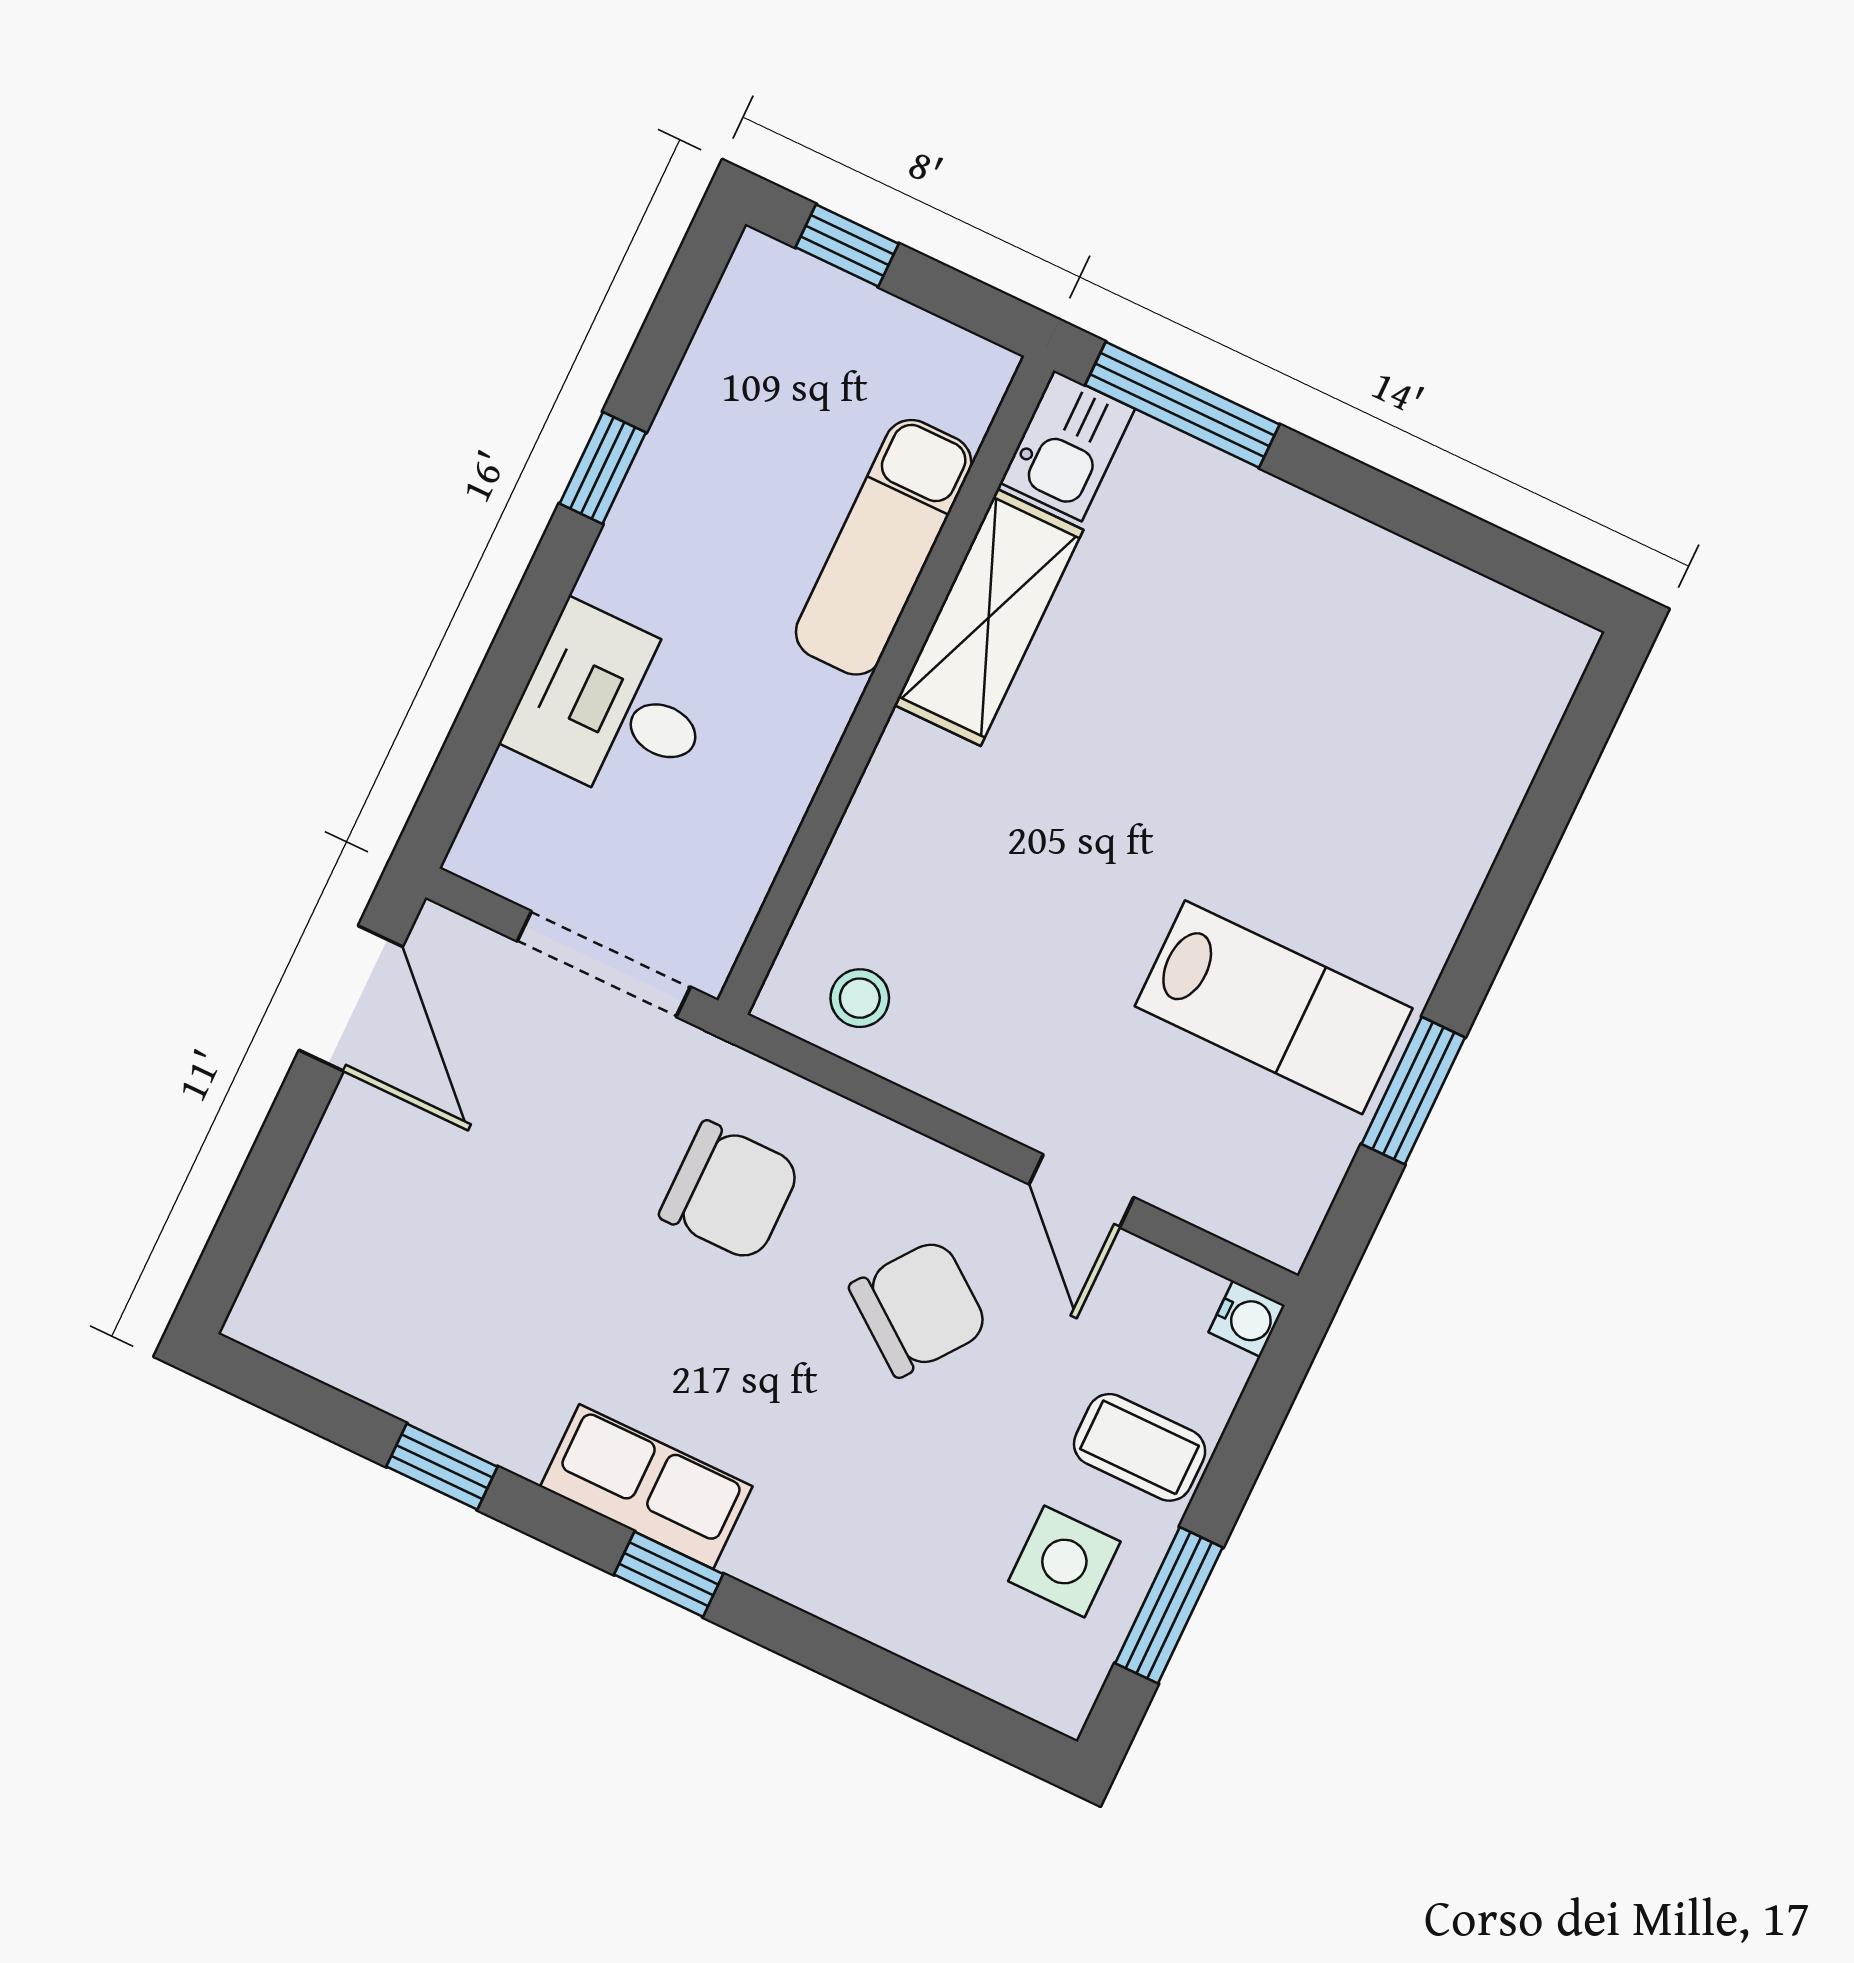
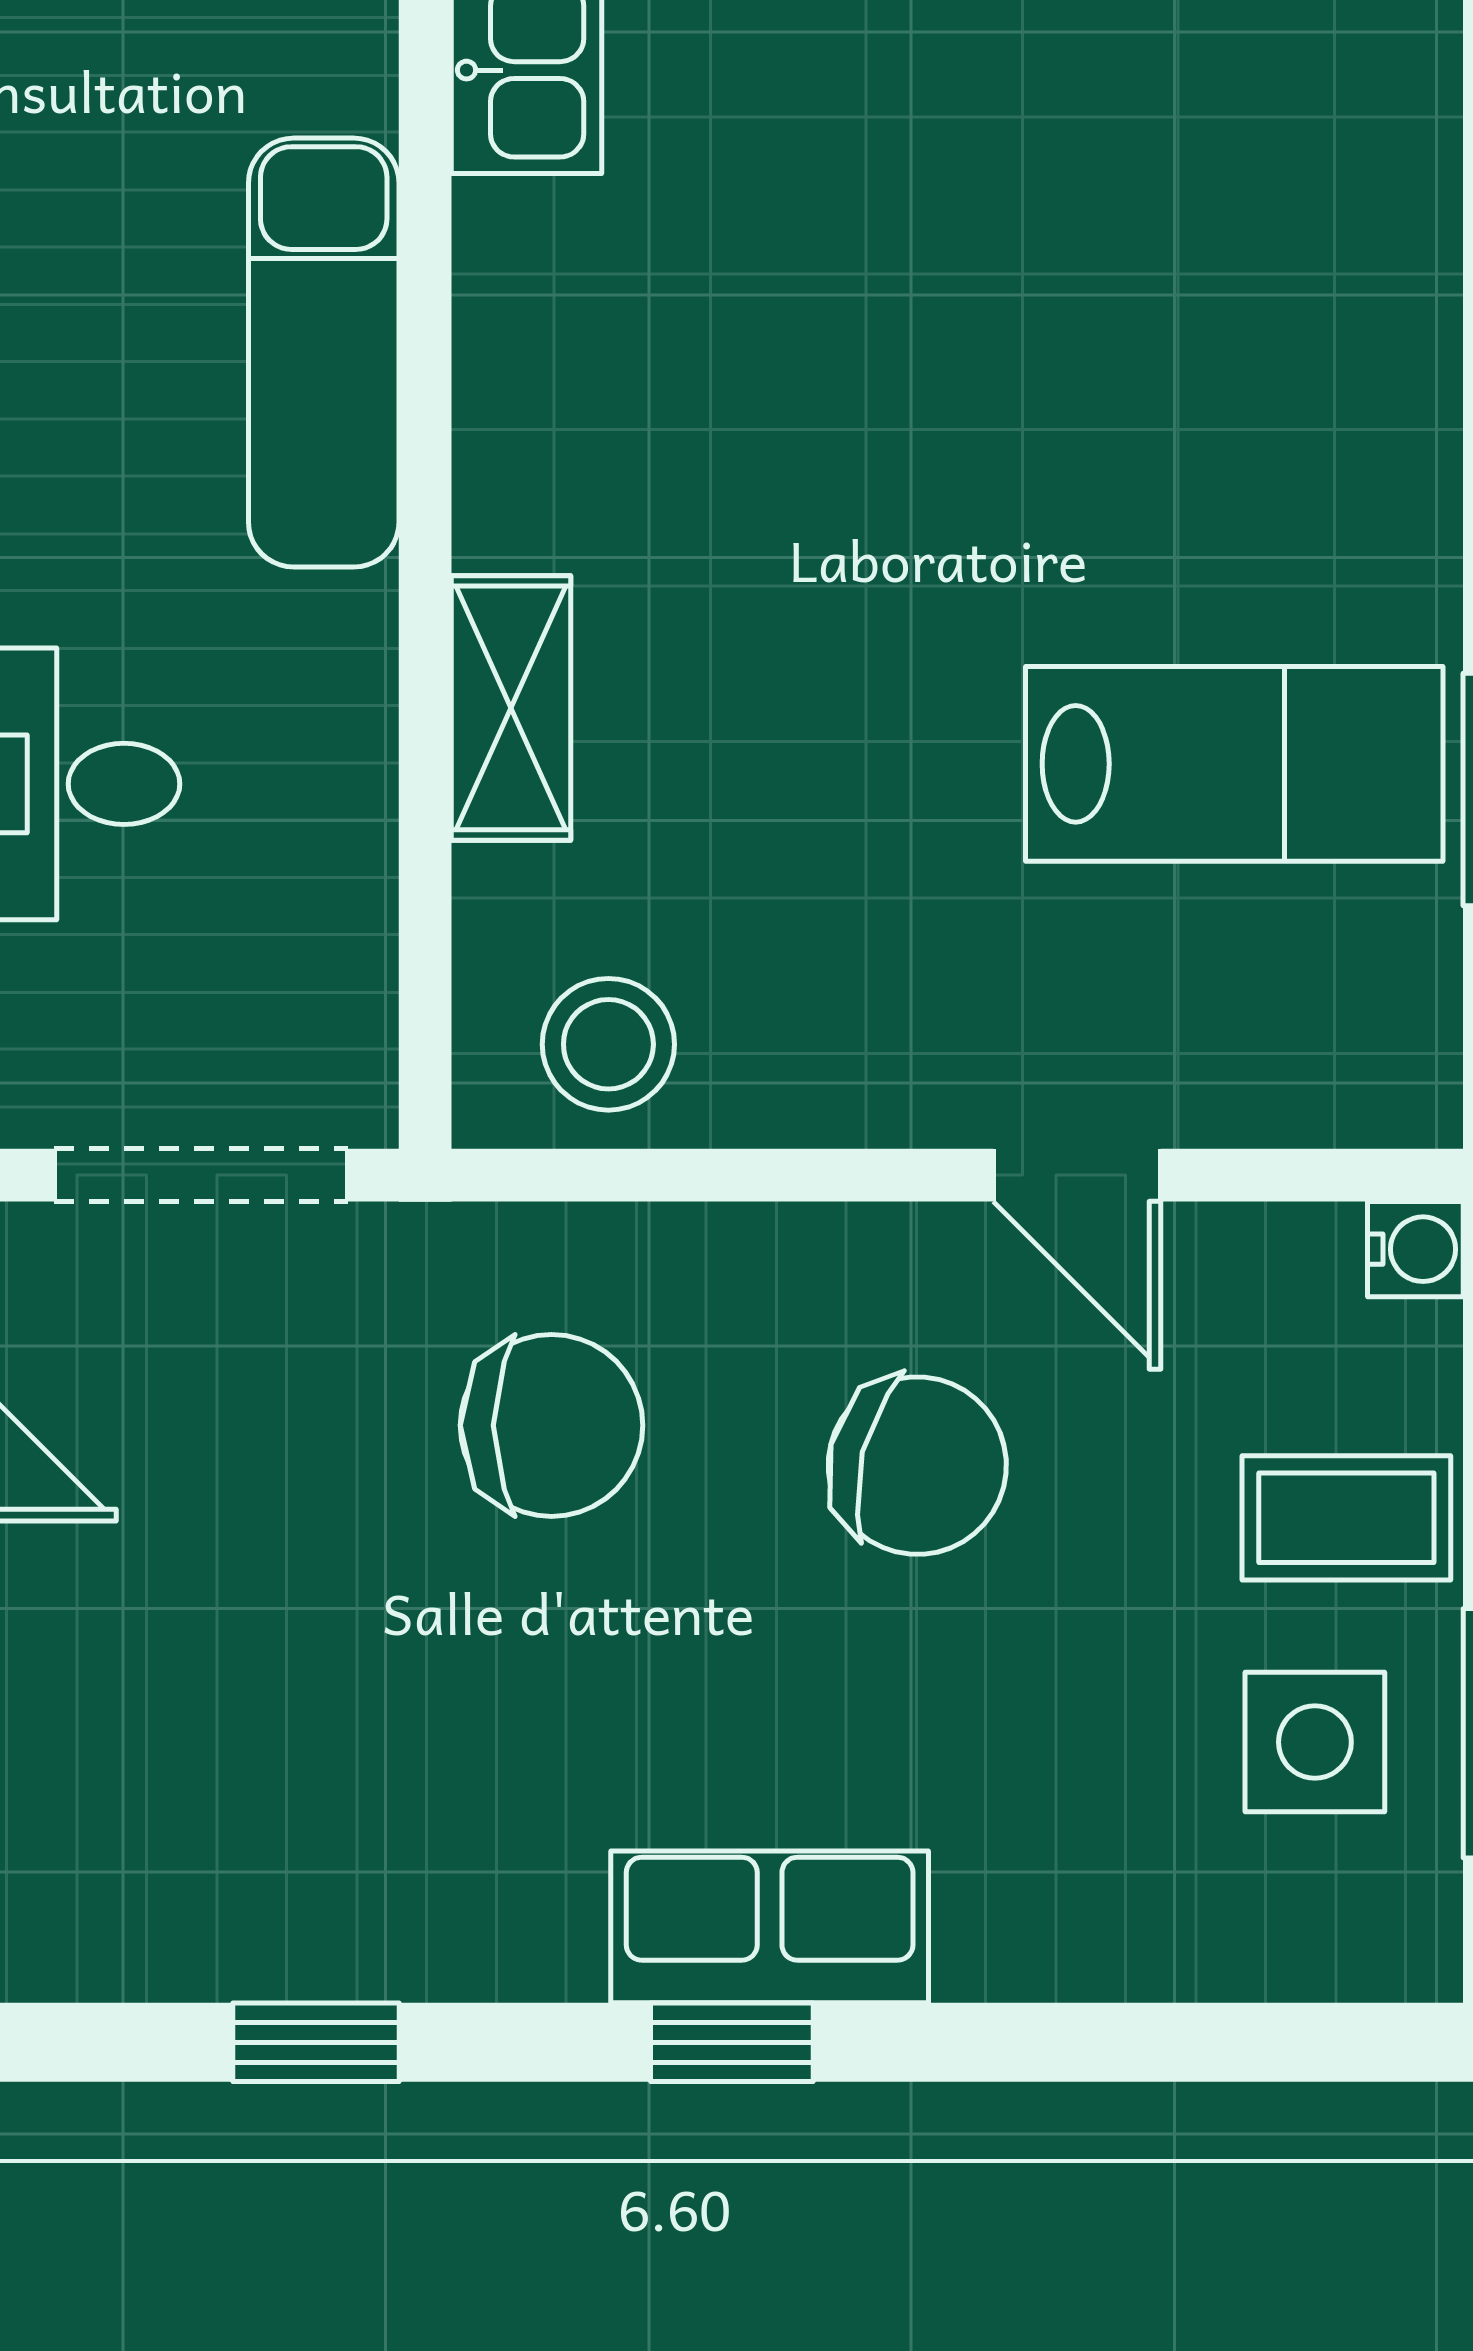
shelving: (989, 617) -> (511, 708), moved, width x0.67, depth x0.75
stool: (860, 998) -> (608, 1044), width x1.37, depth x1.37
chair: (919, 1308) -> (917, 1466), turned 67
row of seats: (646, 1487) -> (770, 1927), moved

